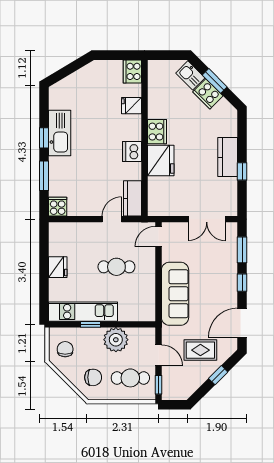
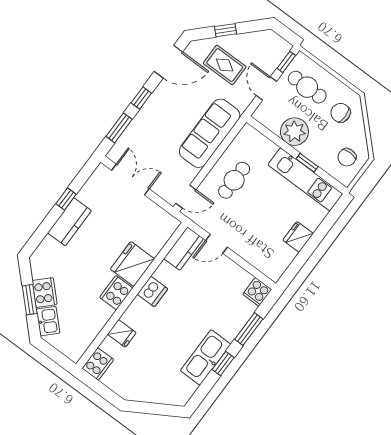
cafe table: (116, 267) -> (234, 180), moved, turned 90

